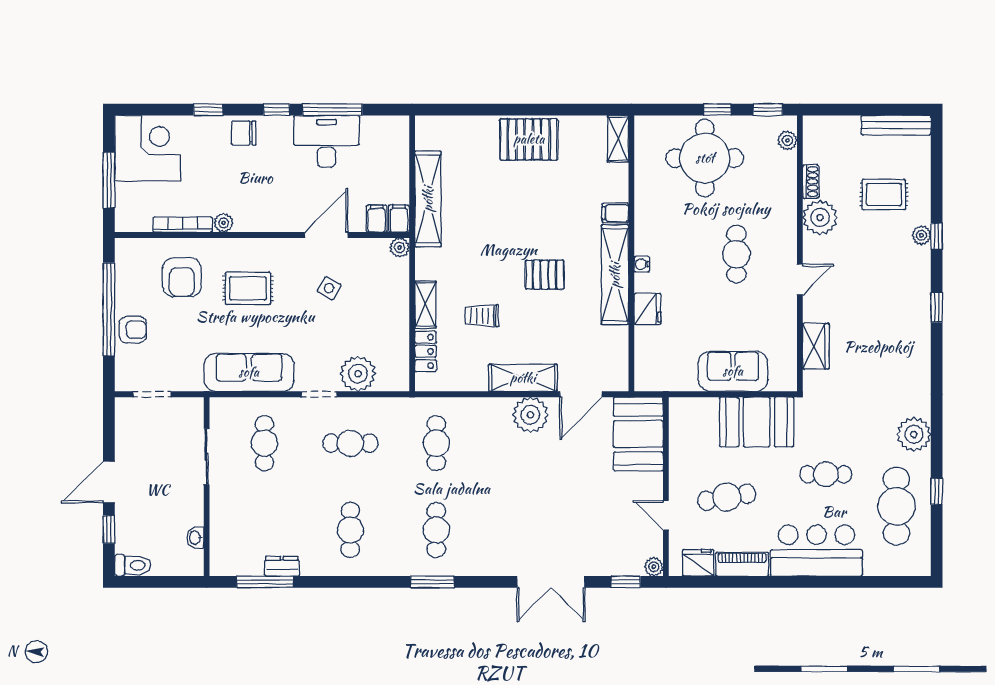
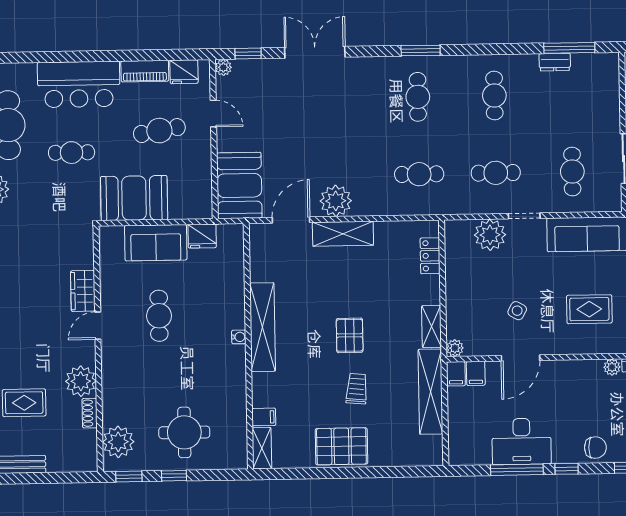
plant: (787, 140) -> (118, 442), width x1.88, depth x1.88
round table: (705, 158) -> (184, 432), width x0.73, depth x0.73
filing cabinet: (615, 213) -> (264, 417), moved
cafe table: (736, 254) -> (159, 316), moved
pallet: (545, 275) -> (350, 335), moved, turned 90
shelving: (425, 305) -> (431, 326), moved
fridge: (648, 309) -> (202, 236), moved, turned -90
trolley: (482, 316) -> (357, 389), moved, turned -85
wardrobe: (816, 346) -> (83, 291), moved
cafe table: (436, 443) -> (419, 174), turned 90

